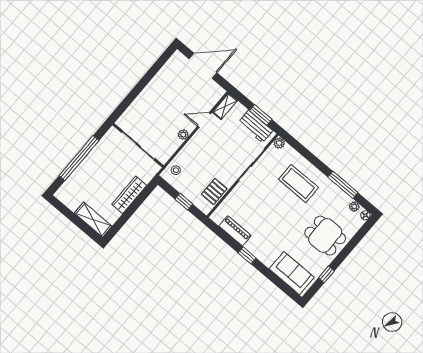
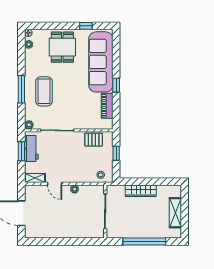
window: (343, 185) -> (21, 89), moved
shelving: (93, 220) -> (175, 213), moved
sofa: (292, 273) -> (101, 62), width x1.85, depth x1.27

